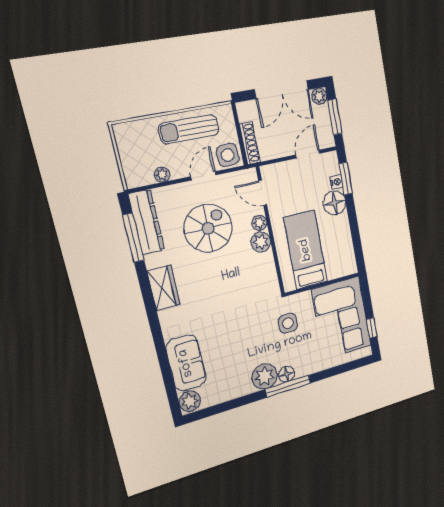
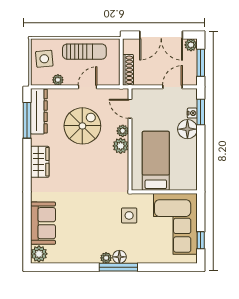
sun lounger: (189, 129) -> (84, 52), turned 180
side table: (228, 155) -> (44, 59), moved
plant: (265, 376) -> (106, 258), width x0.53, depth x0.53

